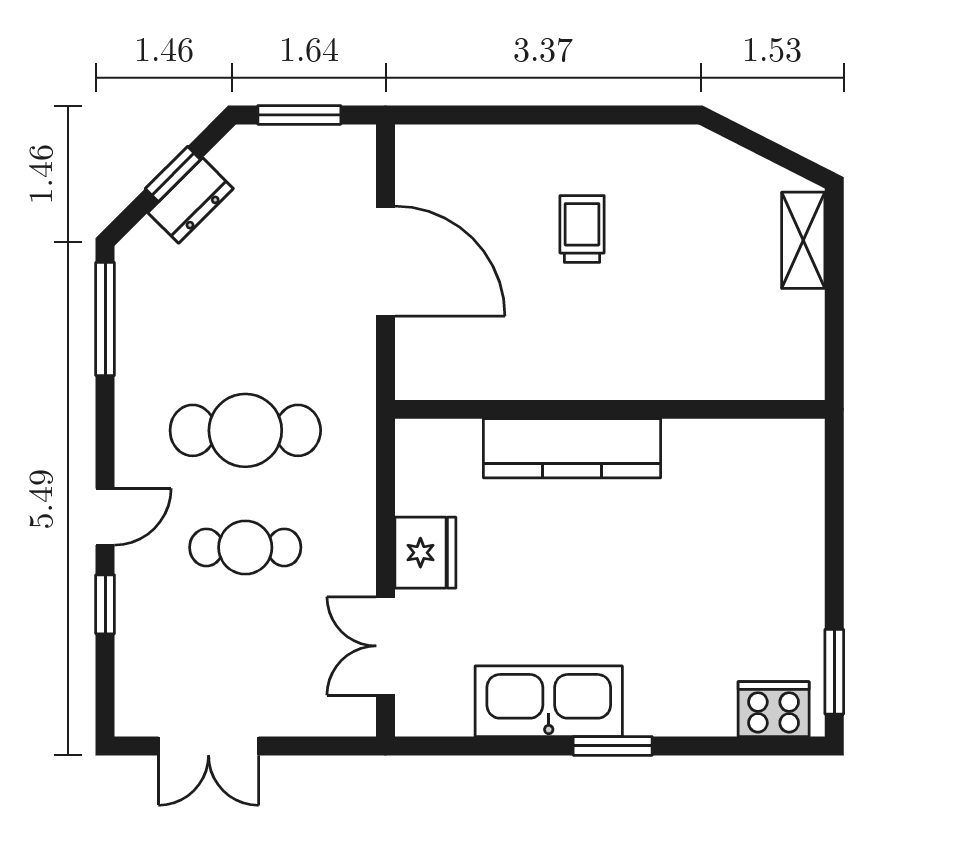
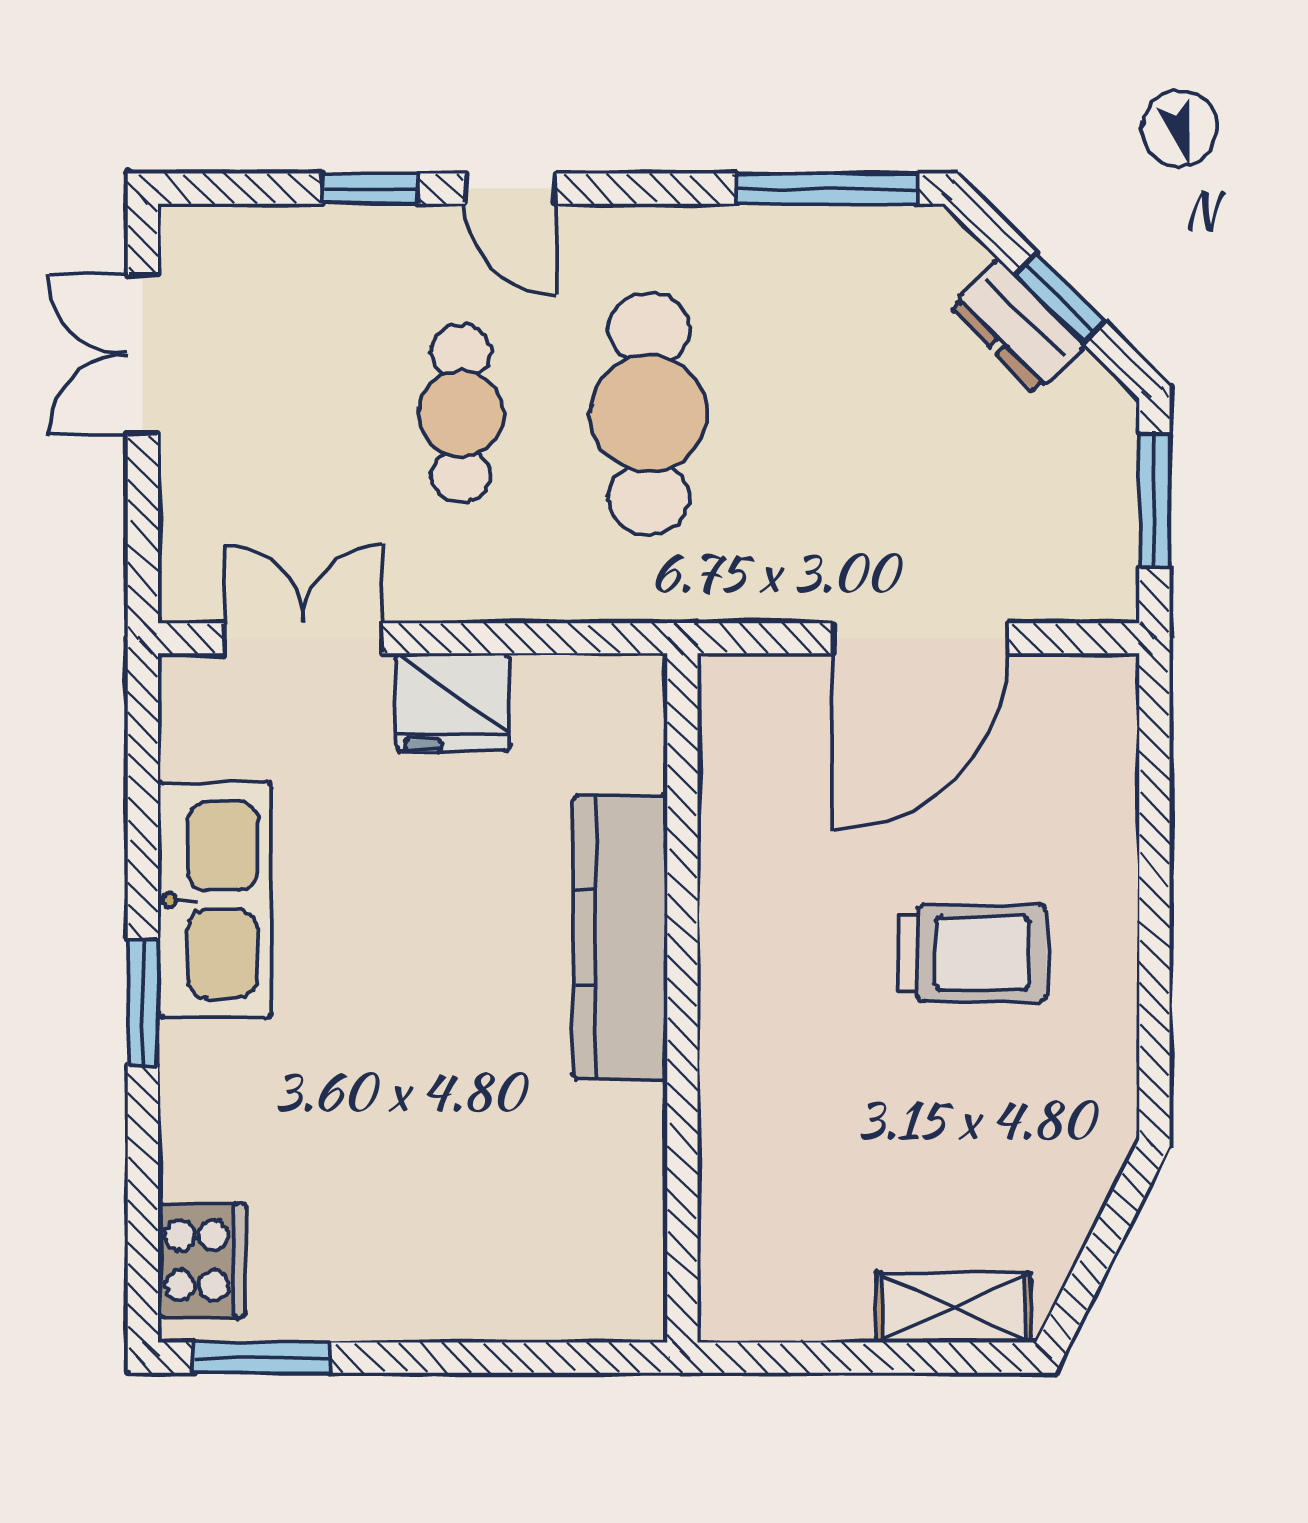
trolley: (582, 229) -> (972, 953), width x1.36, depth x1.39

